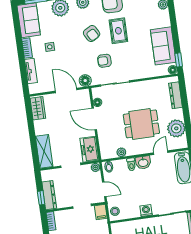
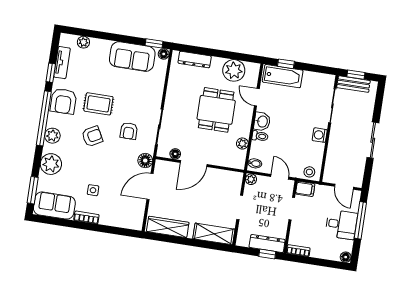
tv unit: (31, 71) -> (115, 221), removed
wardrobe: (38, 108) -> (168, 227), width x1.50
freezer: (89, 149) -> (227, 180), removed
door: (104, 189) -> (280, 177), hinge flipped

